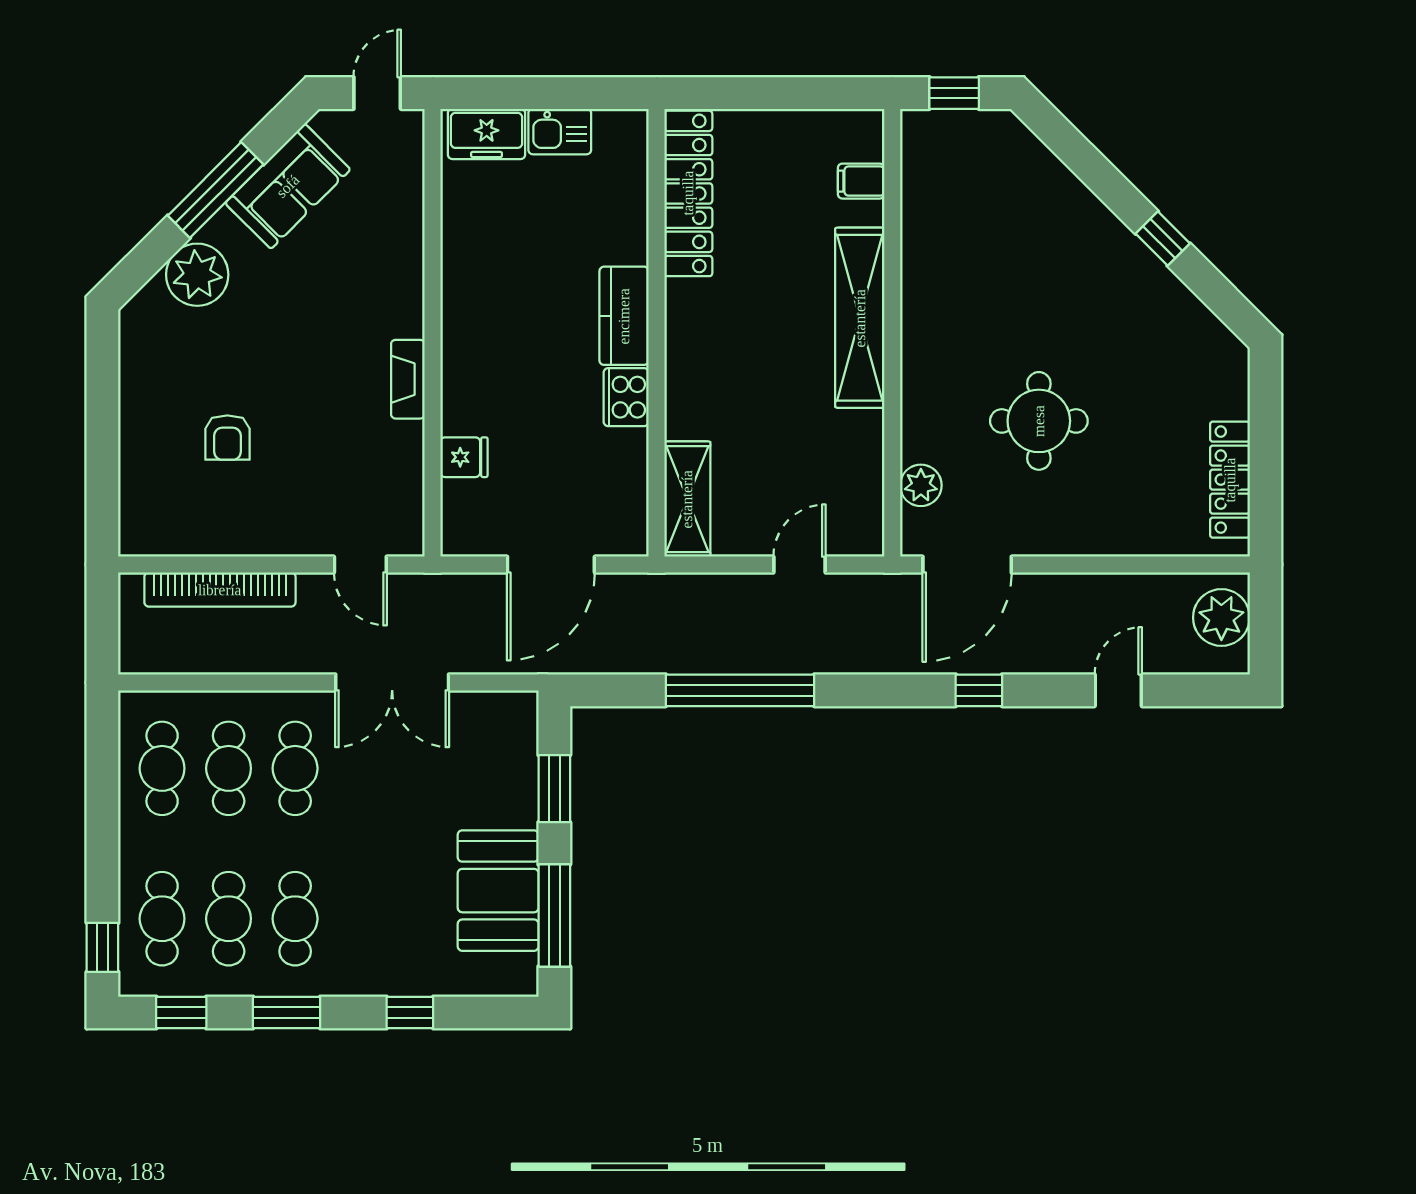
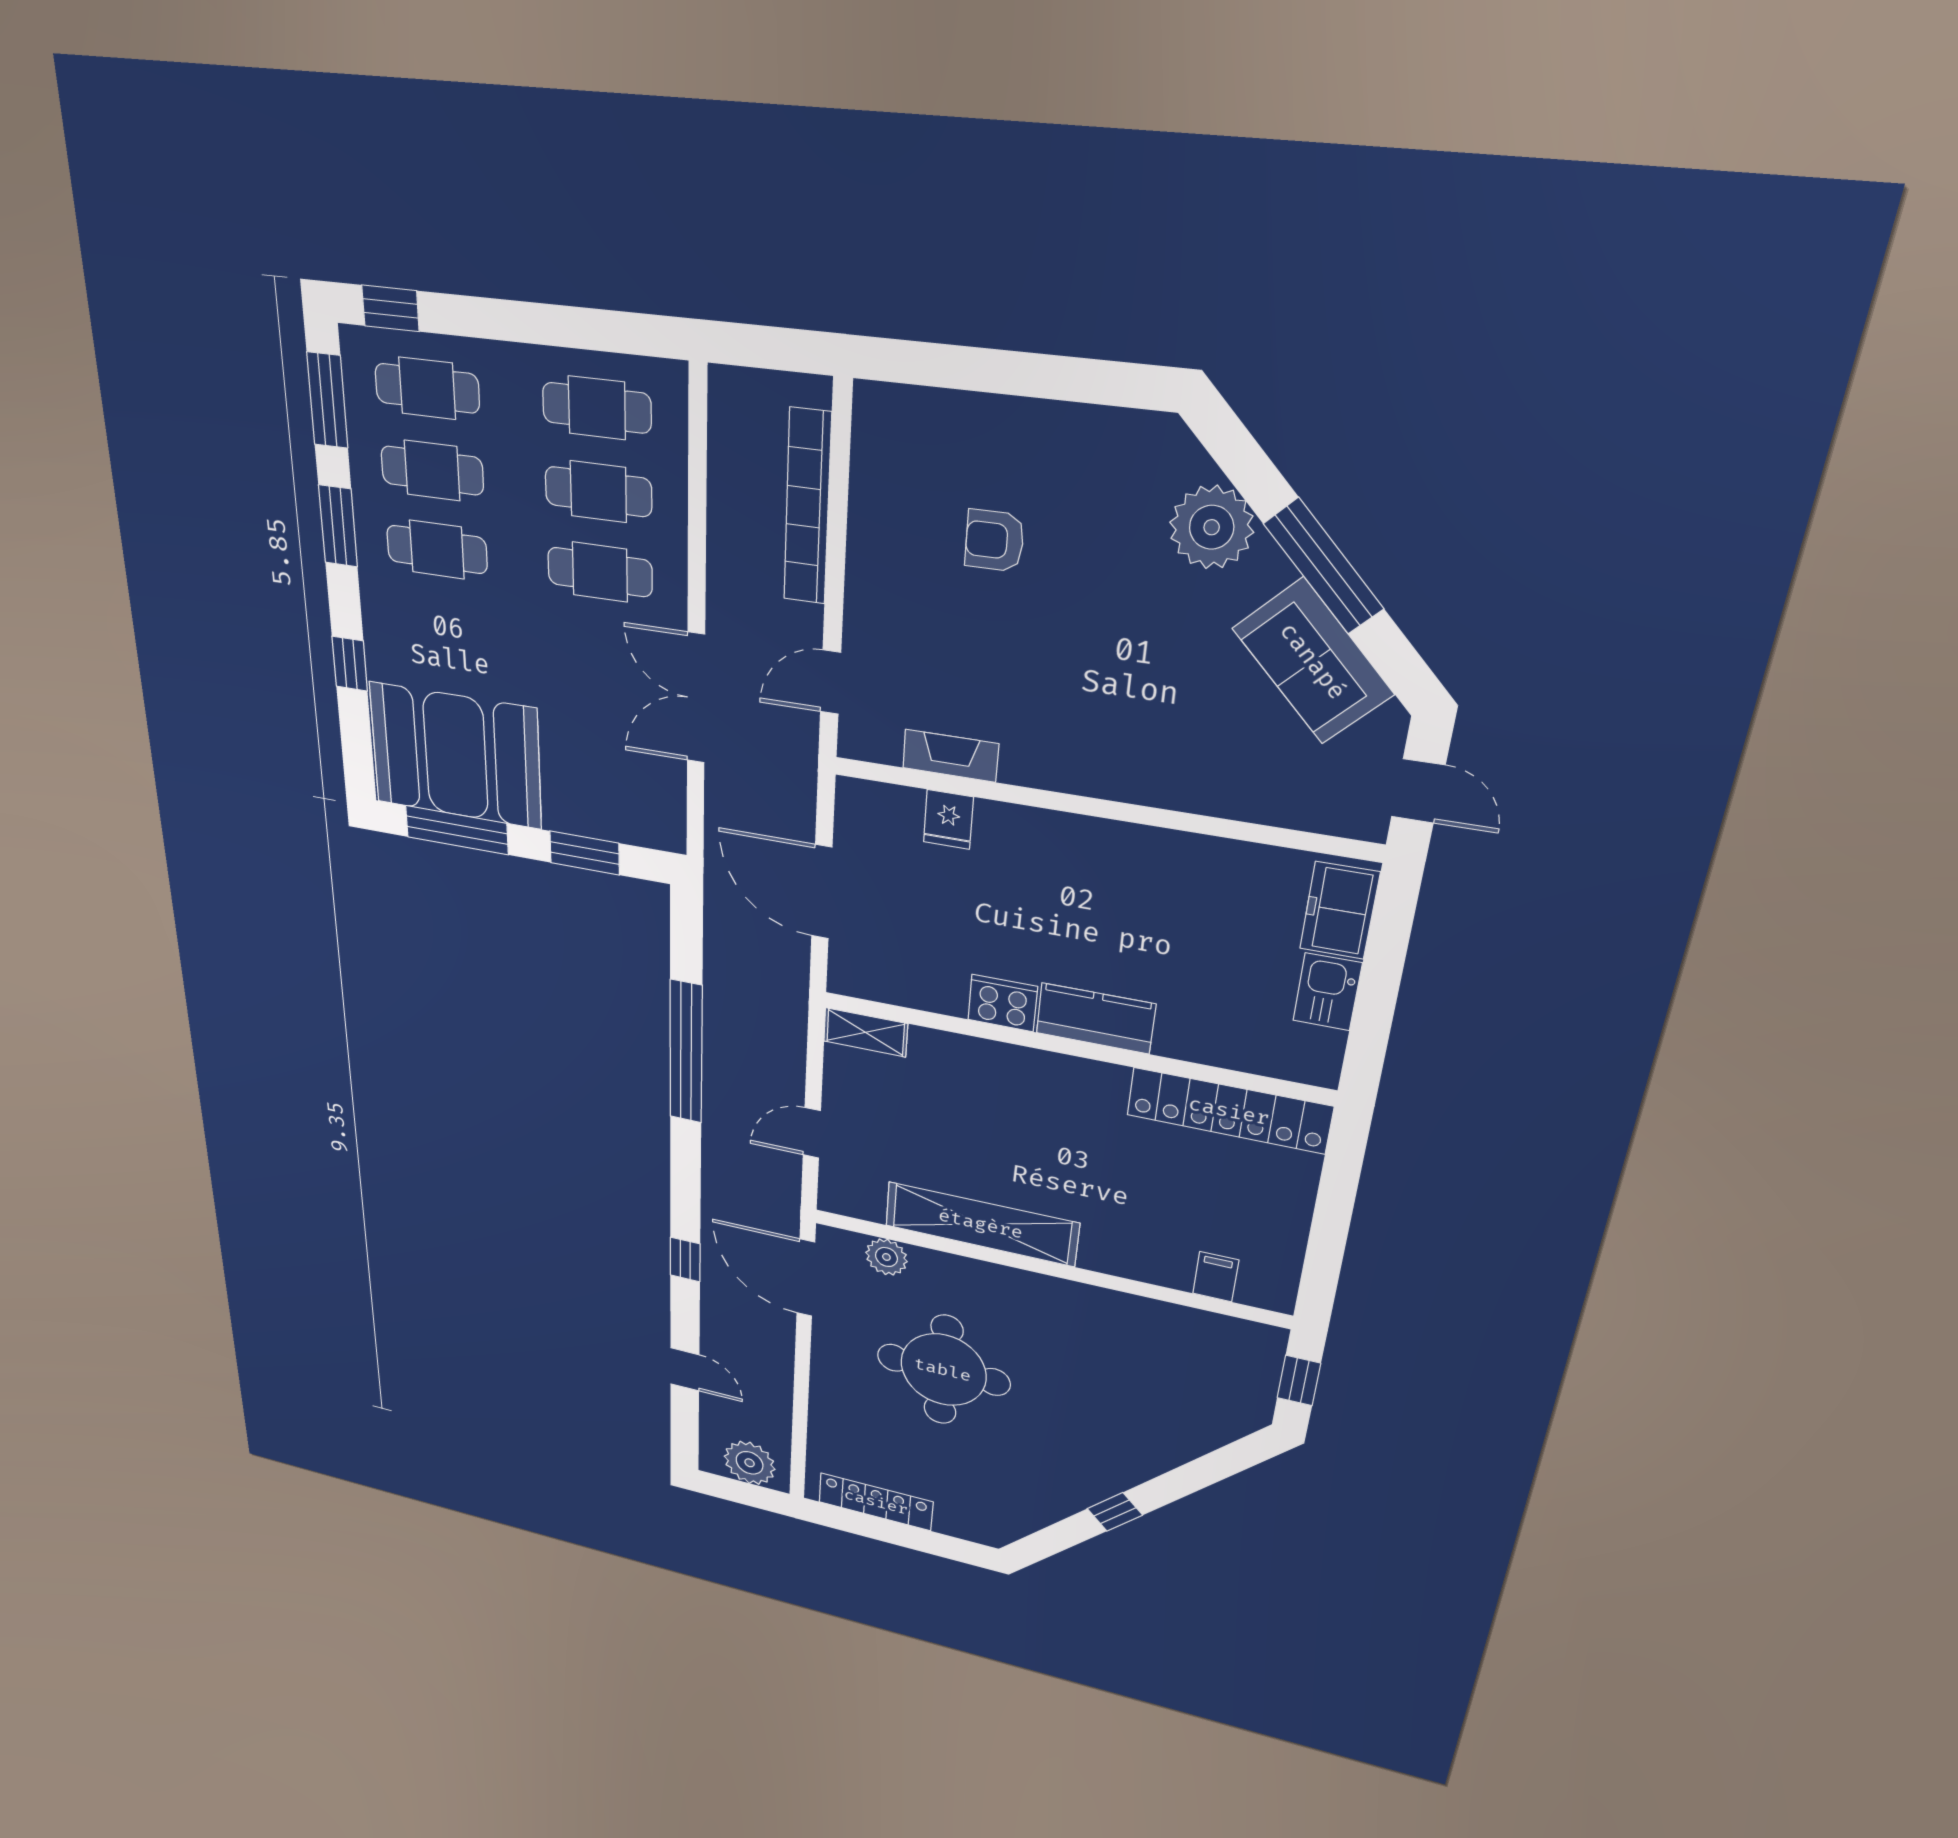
shelving: (860, 318) -> (981, 1224), moved
fireplace: (408, 379) -> (950, 756), moved
round table: (1039, 421) -> (943, 1370), width x1.36, depth x1.36
shelving: (687, 499) -> (865, 1032), width x0.67, depth x0.75
door: (800, 565) -> (812, 1133), swing flipped
booth: (498, 891) -> (456, 756), width x1.36, depth x1.42
window: (181, 1012) -> (327, 400), width x1.50

